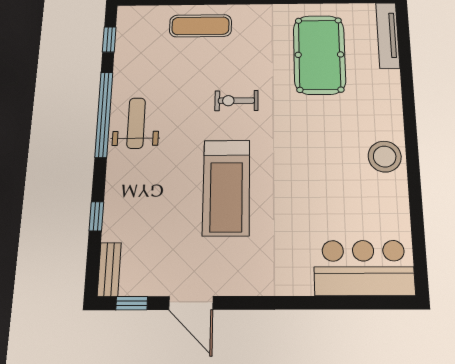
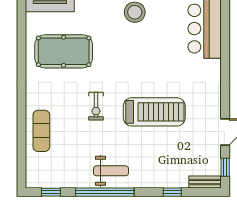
weight bench: (136, 123) -> (111, 171), turned 180

